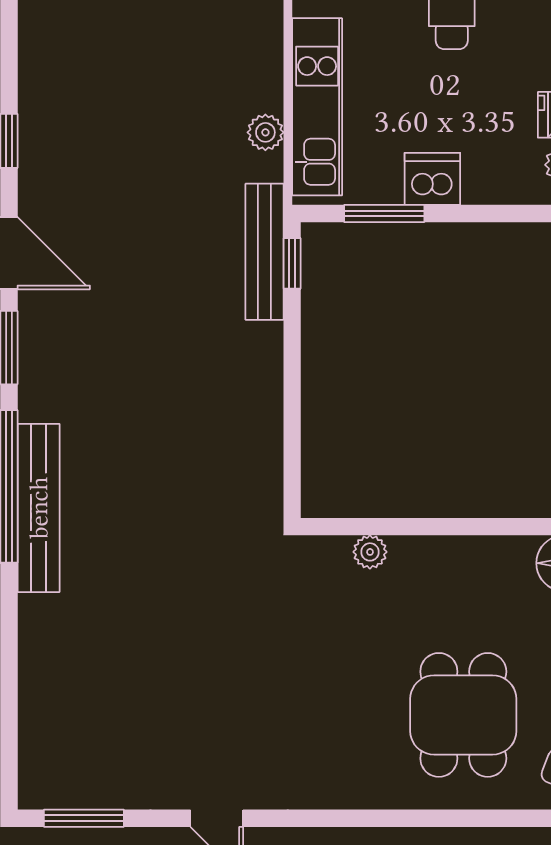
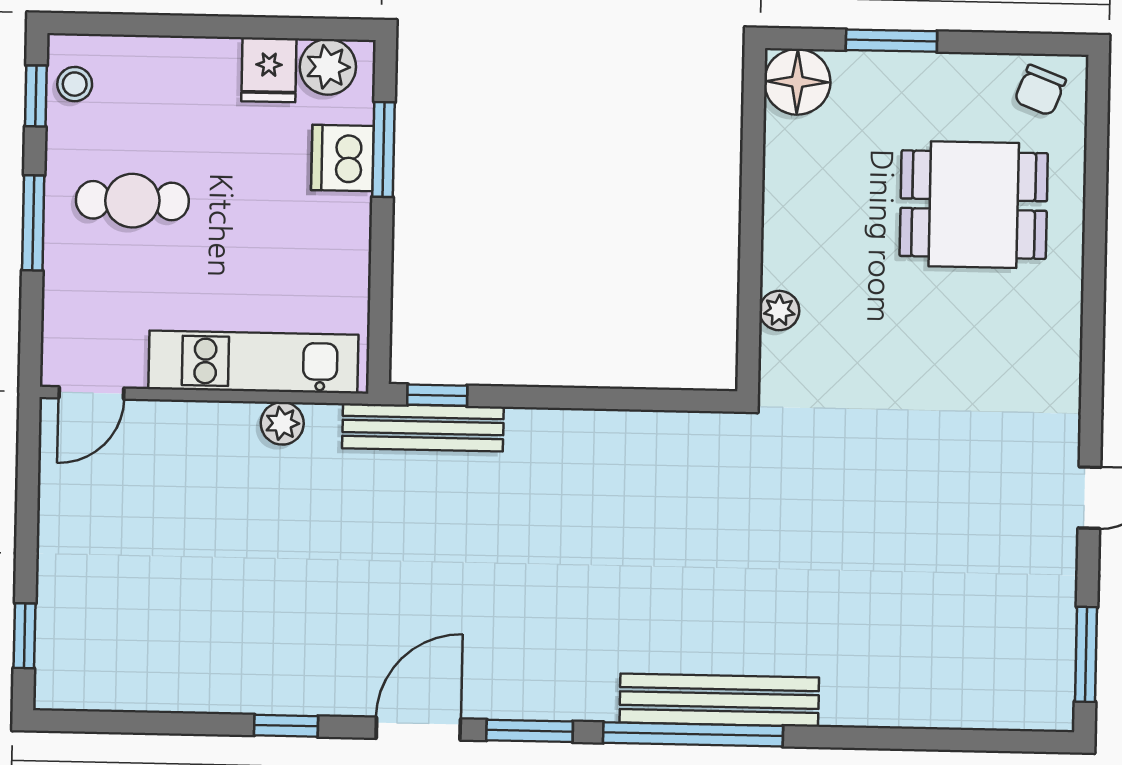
dishwasher: (432, 179) -> (343, 158), moved
window: (384, 213) -> (384, 149), moved

